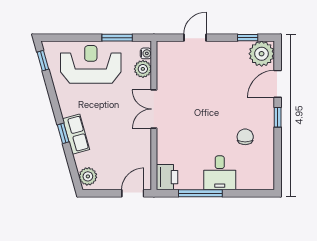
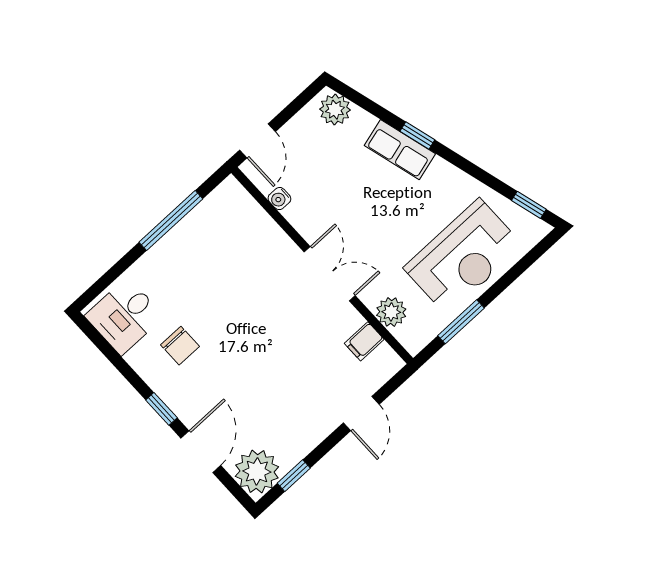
water cooler: (146, 53) -> (279, 199), moved
filing cabinet: (166, 67) -> (364, 341), added
desk: (220, 173) -> (124, 316), moved, turned -90
printer: (167, 177) -> (233, 202), removed

